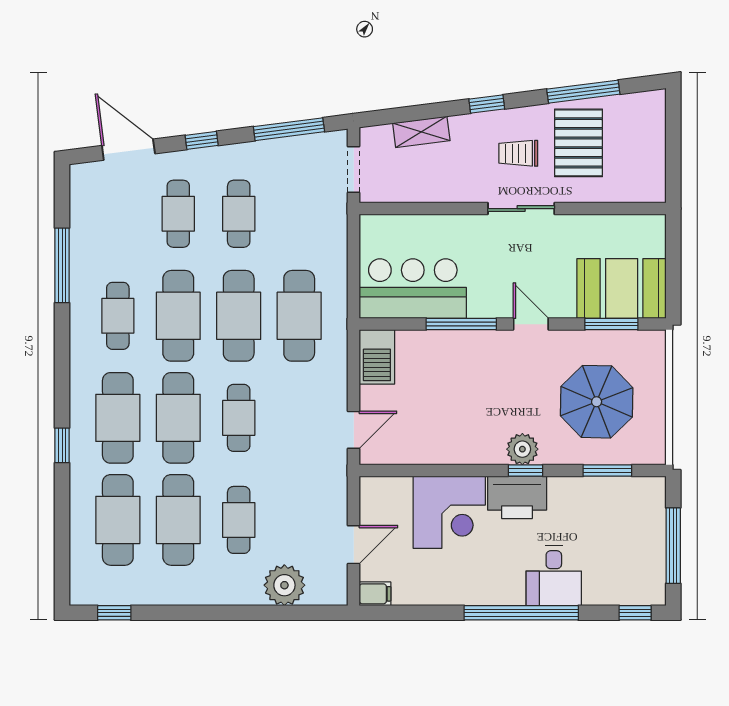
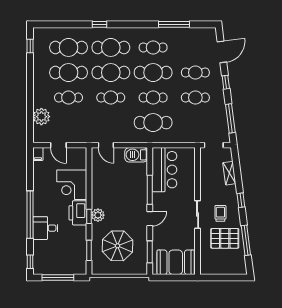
booth: (622, 288) -> (176, 262), moved, turned 90
cafe table: (239, 316) -> (153, 98), width x0.73, depth x0.74

